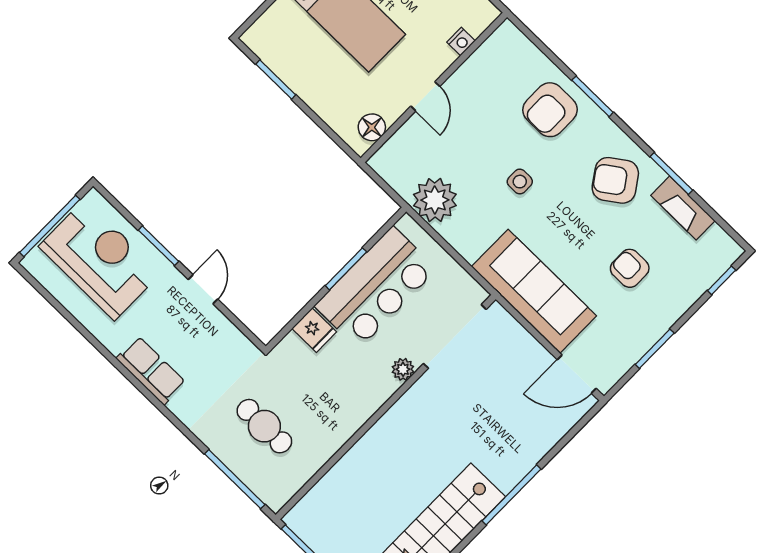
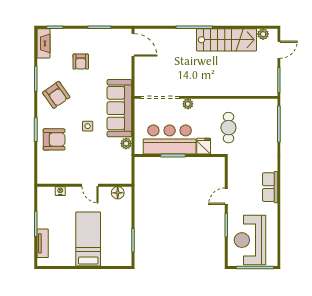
door: (425, 96) -> (90, 185), swing flipped
plant: (435, 200) -> (126, 144), width x0.53, depth x0.53
fireplace: (683, 208) -> (43, 43), moved
sofa: (534, 291) -> (119, 108), moved
cafe table: (264, 426) -> (228, 128), moved

